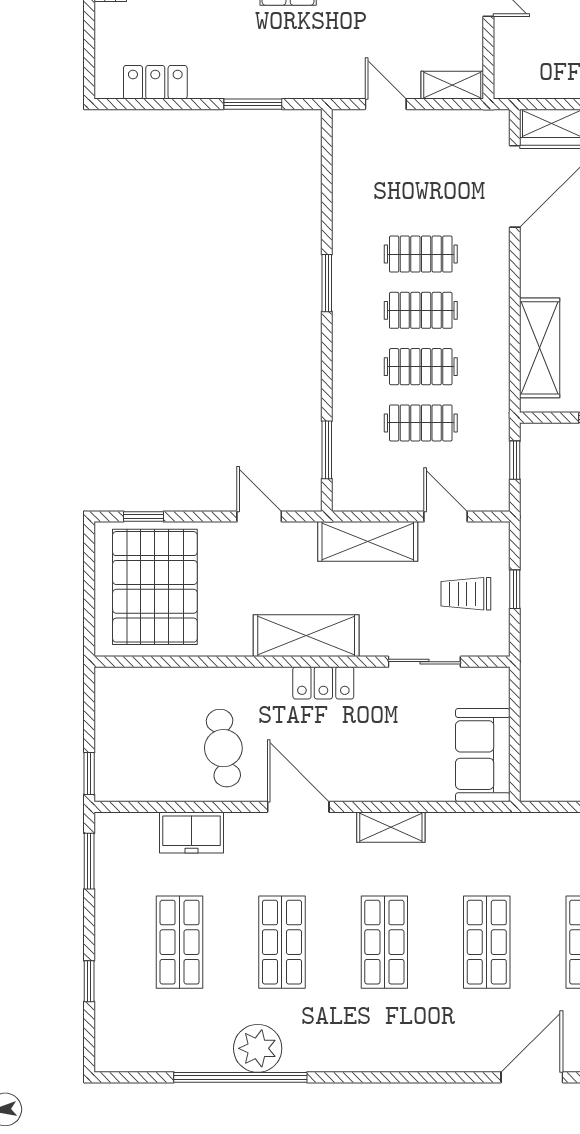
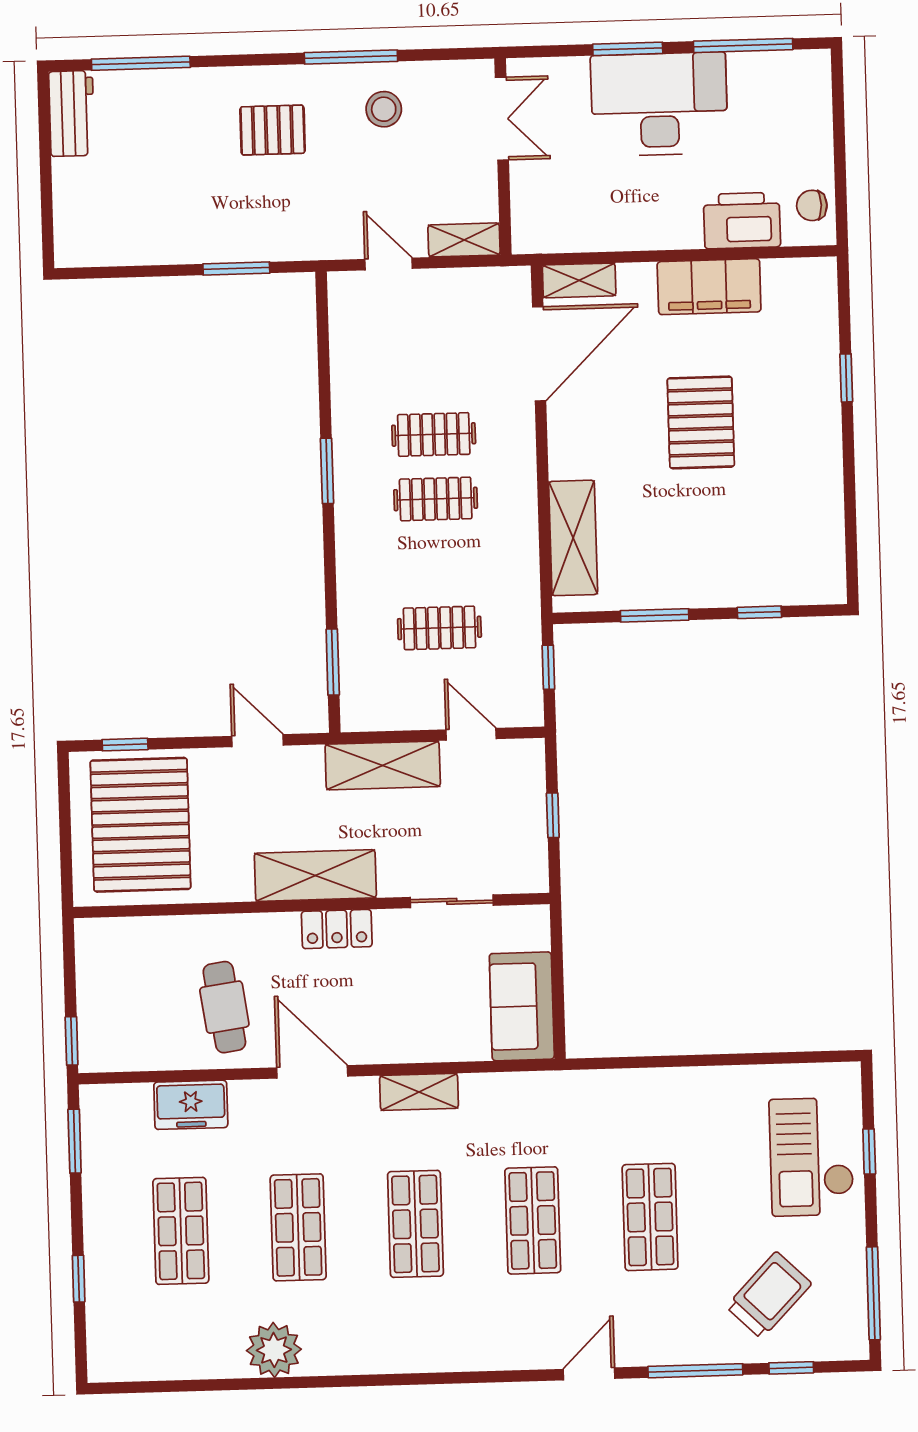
locker: (155, 82) -> (124, 247), removed
clothes rail: (421, 367) -> (438, 563), removed
trolley: (466, 594) -> (497, 822), removed
window: (240, 1077) -> (255, 1384), removed
door: (532, 1077) -> (589, 1374), width x0.73

